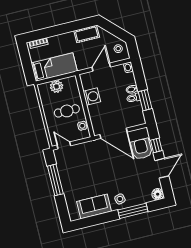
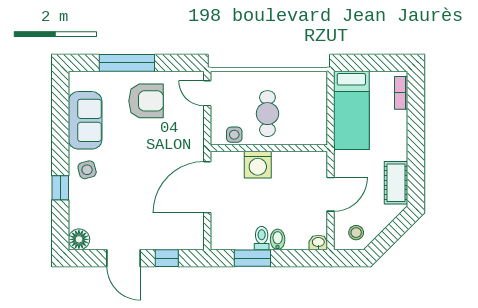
door: (101, 67) -> (331, 194), hinge flipped
plant: (57, 86) -> (316, 106), removed
washing machine: (92, 97) -> (258, 165), moved
door: (64, 145) -> (207, 93), swing flipped
armchair: (141, 149) -> (146, 101), moved
window: (55, 180) -> (127, 63), moved
window: (133, 211) -> (60, 188), width x0.46

